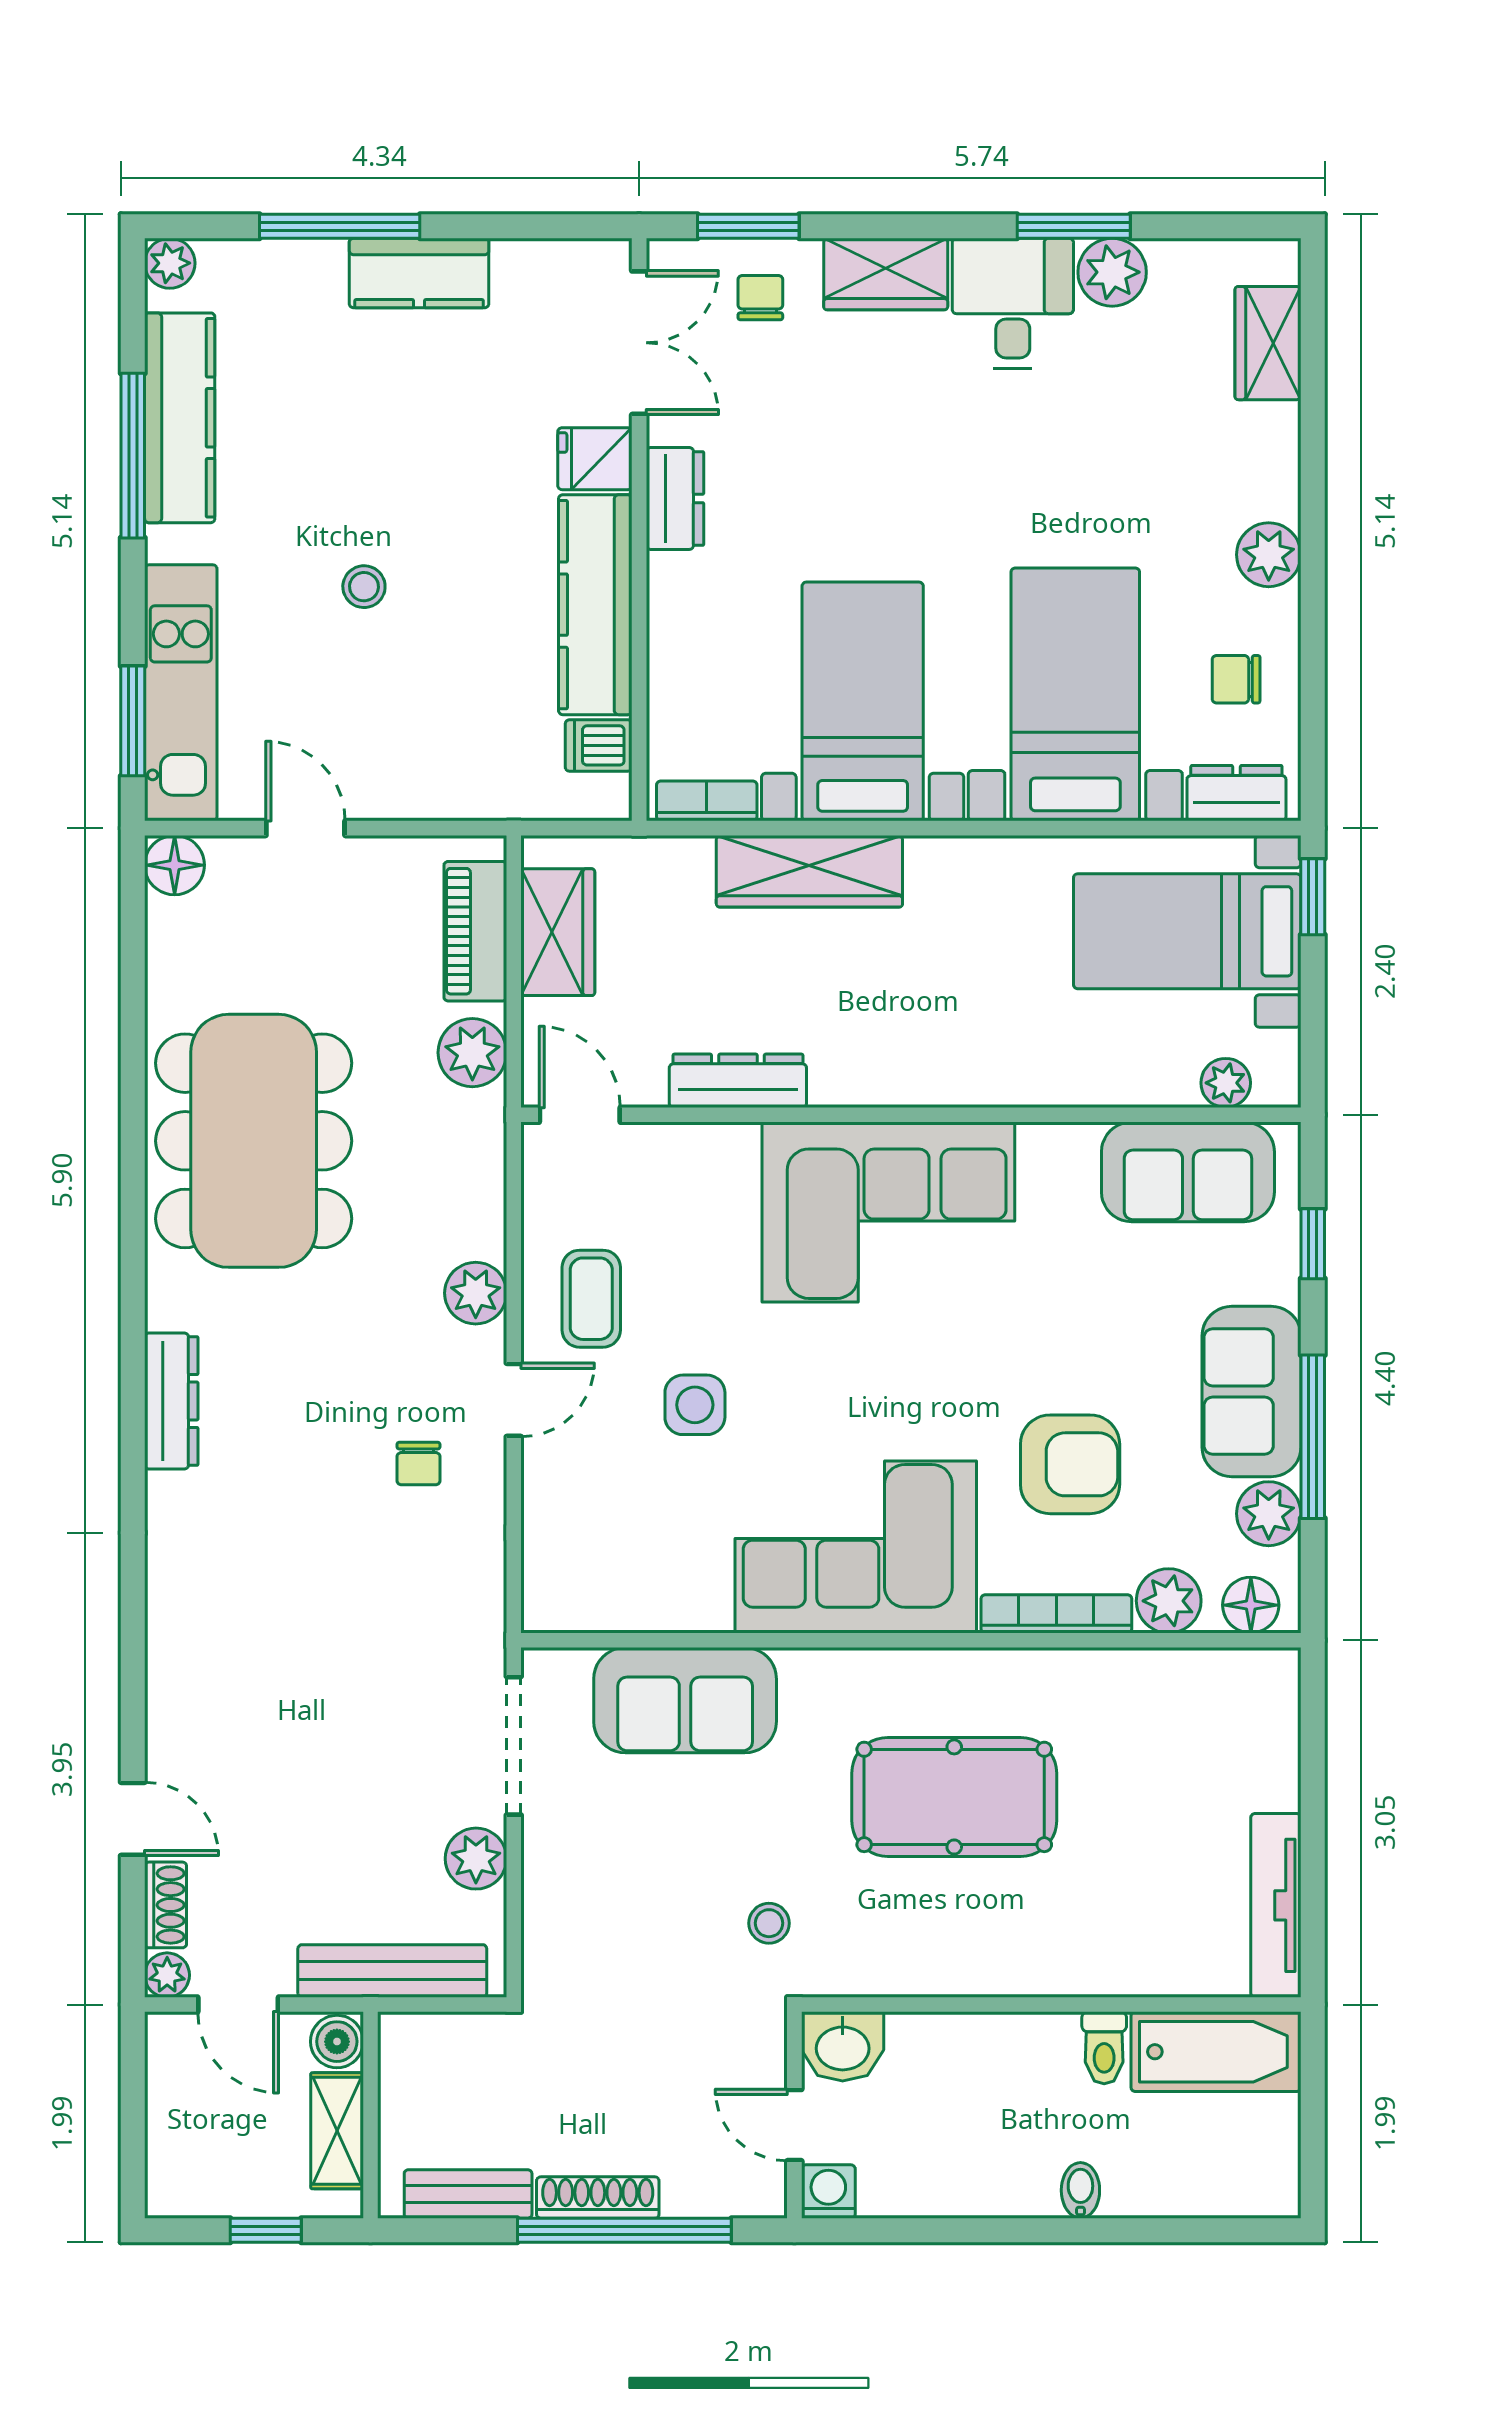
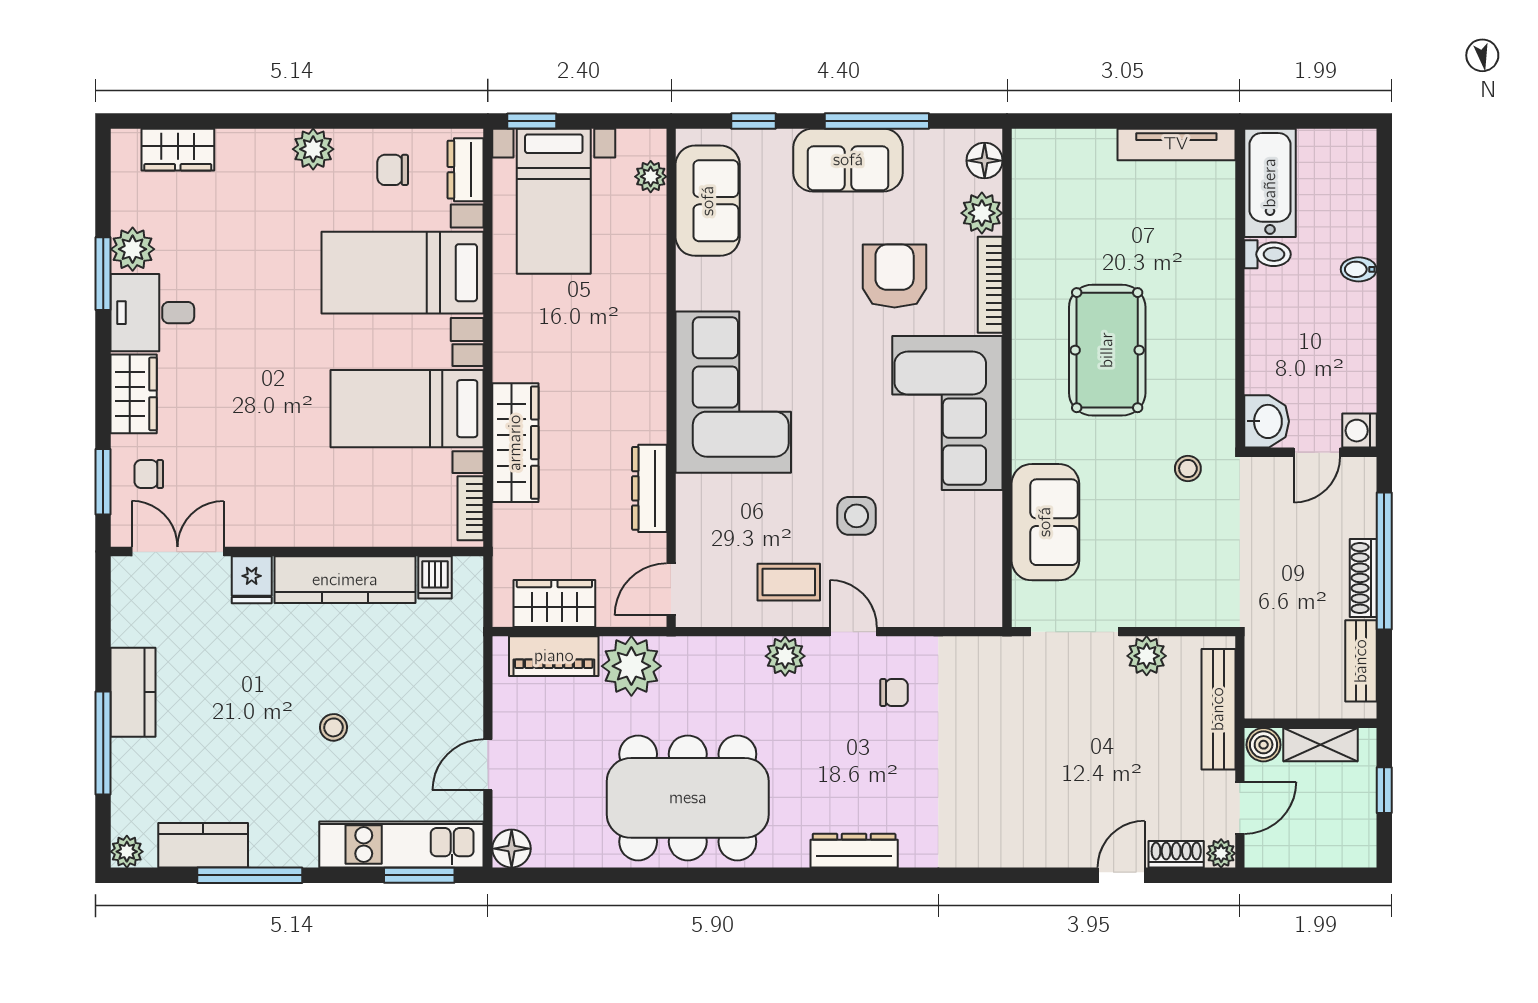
kitchen counter: (180, 418) -> (203, 845), width x0.67
dresser: (675, 498) -> (277, 529), removed
chair: (1236, 679) -> (393, 170), turned 90
plant: (472, 1053) -> (631, 666), width x1.36, depth x1.36
plant: (1269, 1514) -> (926, 149), removed

